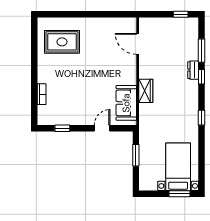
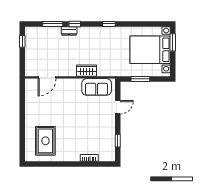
door: (102, 128) -> (118, 107), swing flipped
bed with nightstands: (178, 167) -> (150, 50), width x1.36

